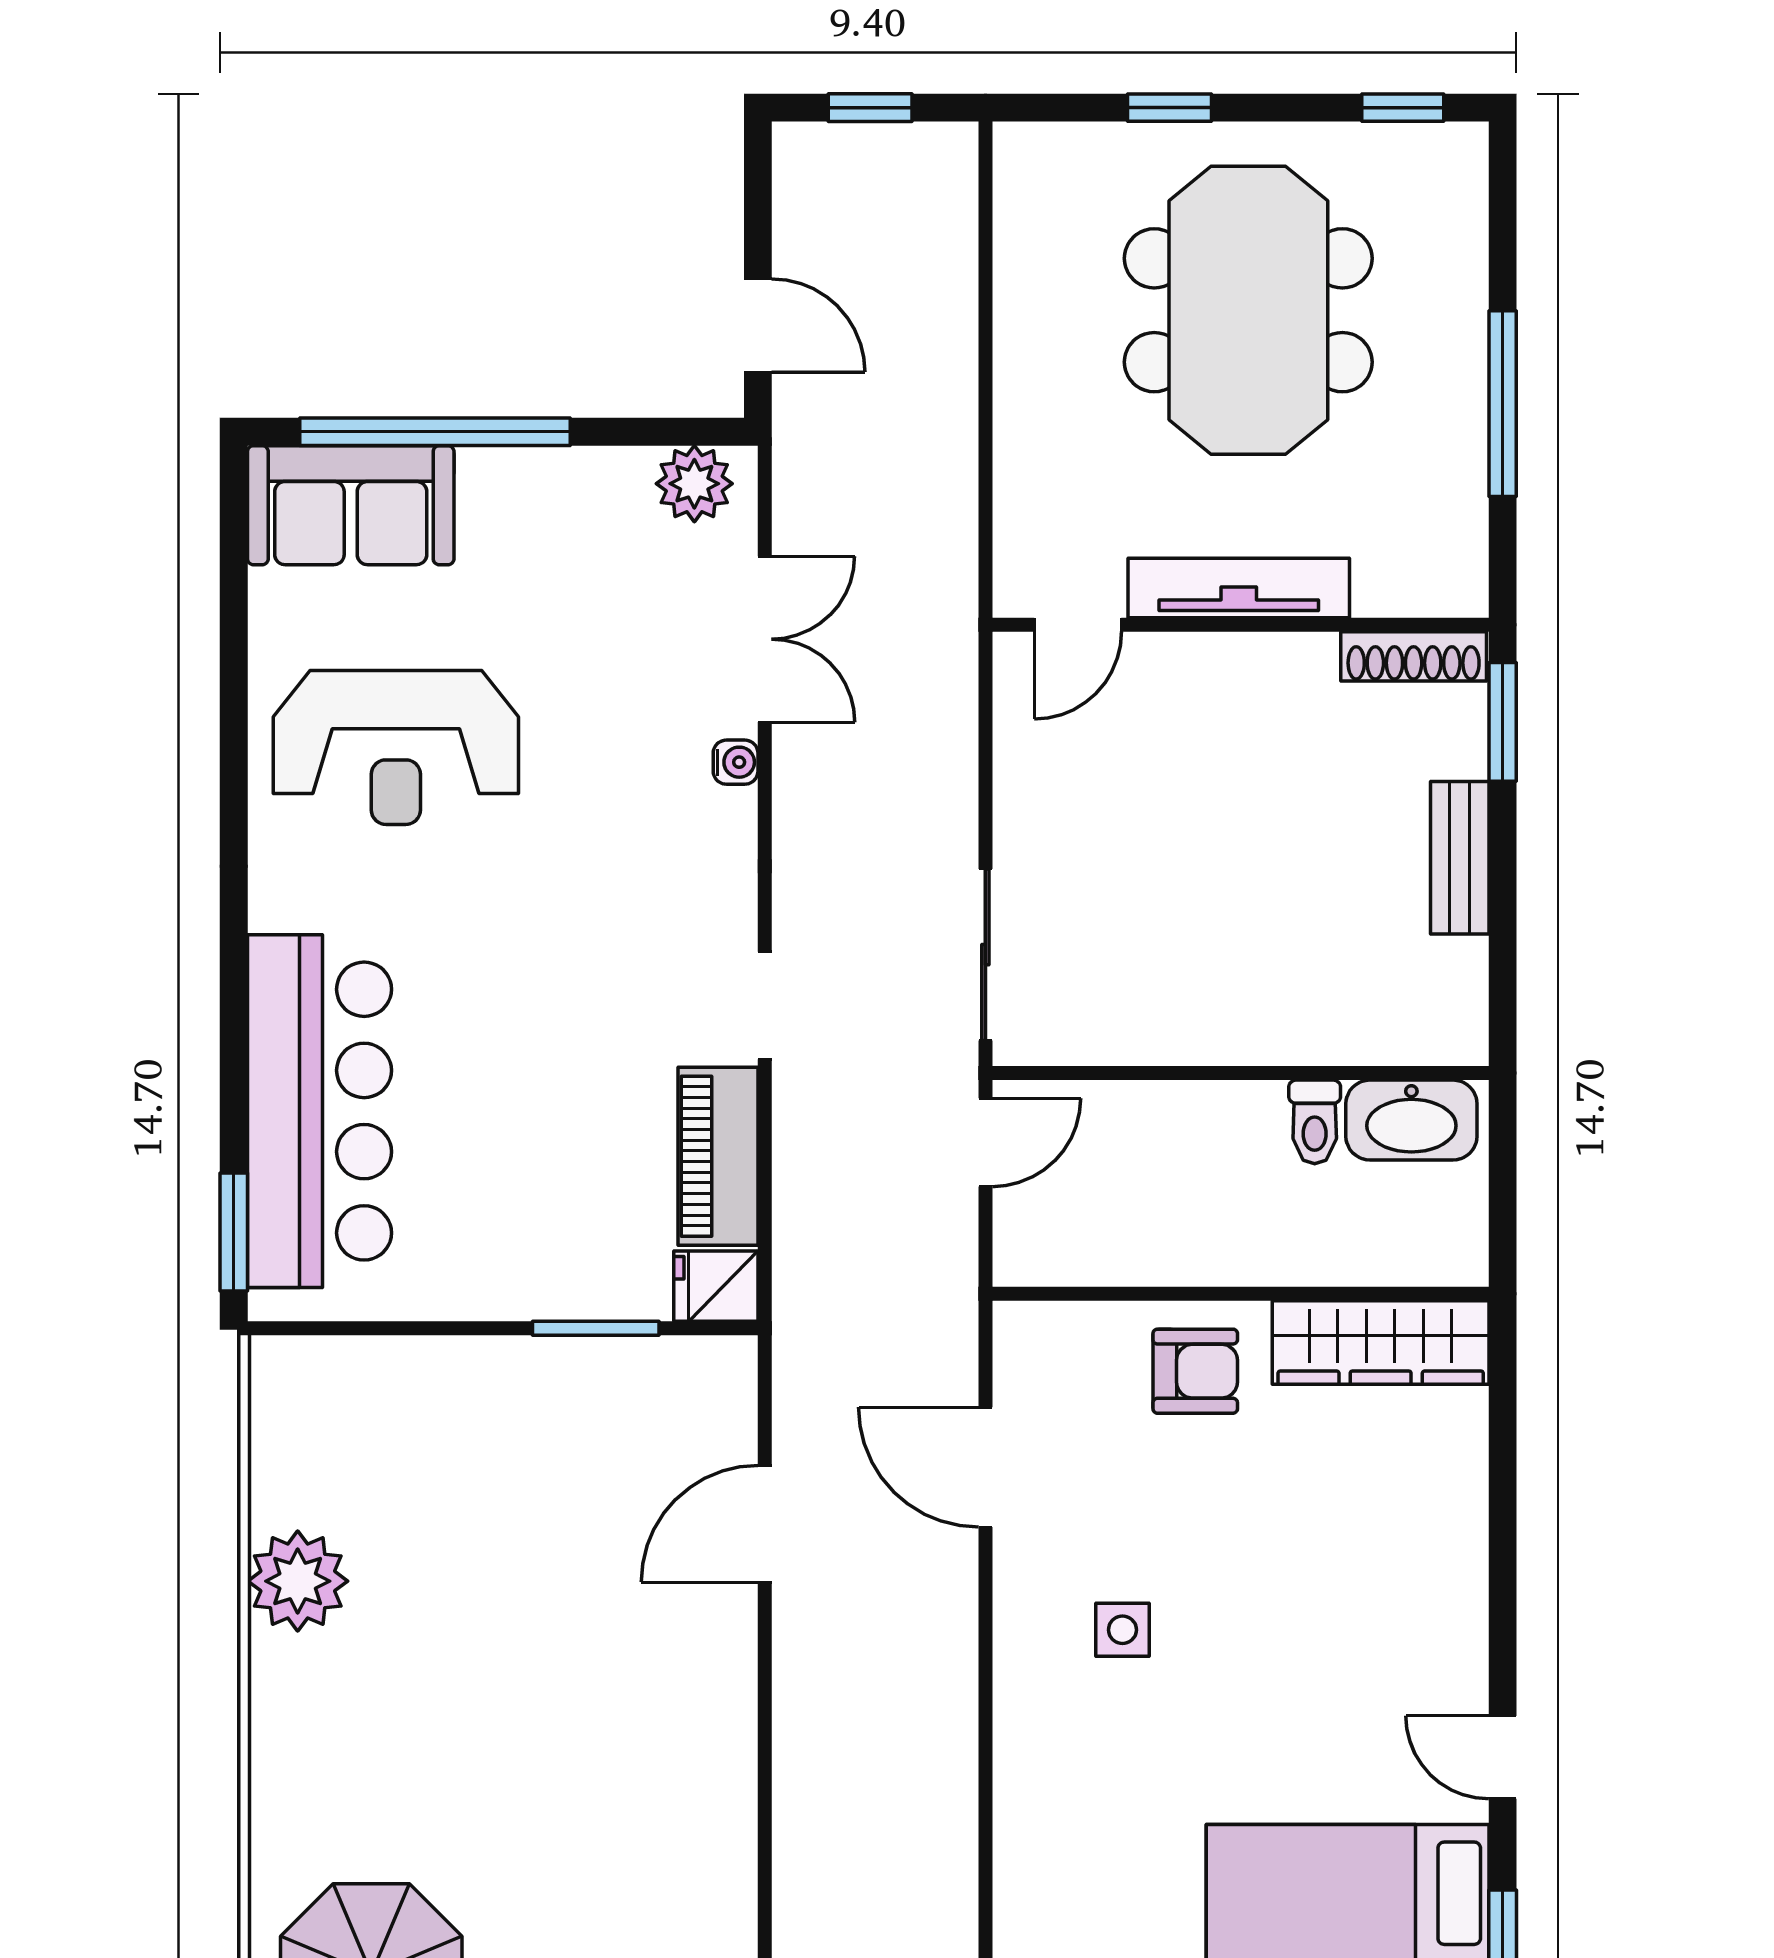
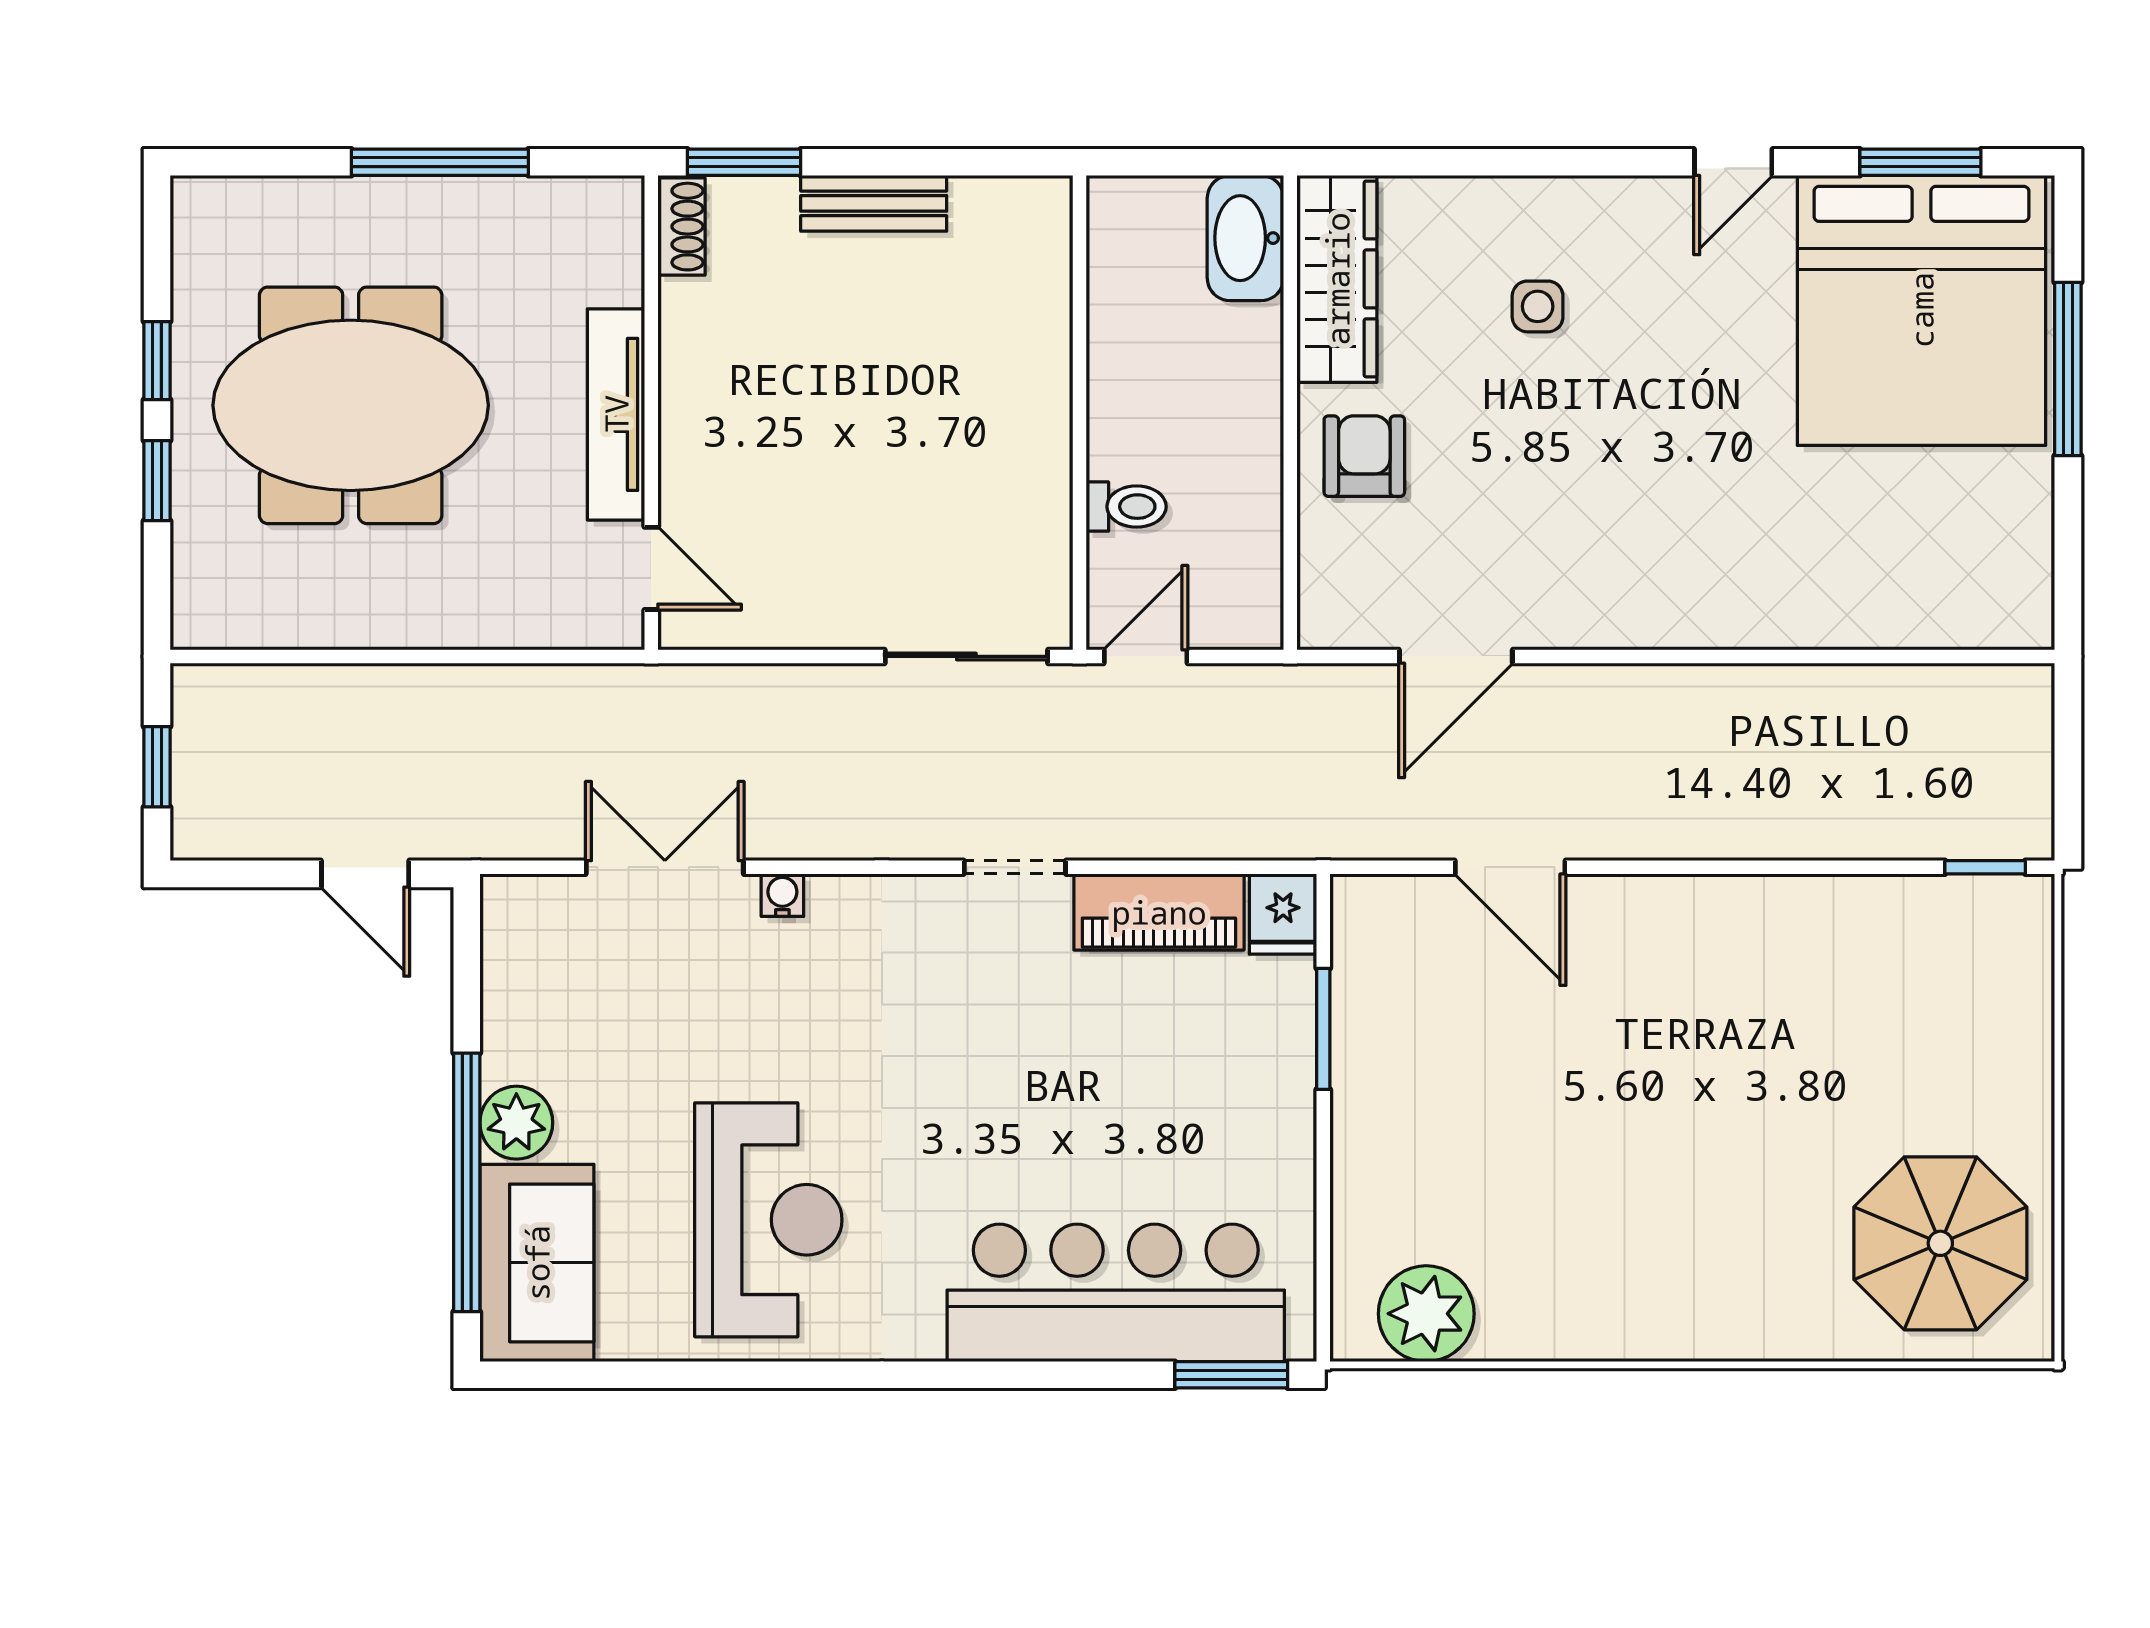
window: (1403, 108) -> (157, 361), moved
door: (758, 325) -> (365, 874), swing flipped
plant: (694, 484) -> (516, 1123), moved
shoe rack: (1414, 656) -> (681, 227), width x0.70
washbasin: (1411, 1120) -> (1245, 238), moved, turned 180
toilet: (1315, 1122) -> (1126, 507), moved
door: (985, 1142) -> (1146, 656), hinge flipped
plant: (298, 1581) -> (1426, 1314), moved
side table: (1122, 1630) -> (1538, 306), moved

